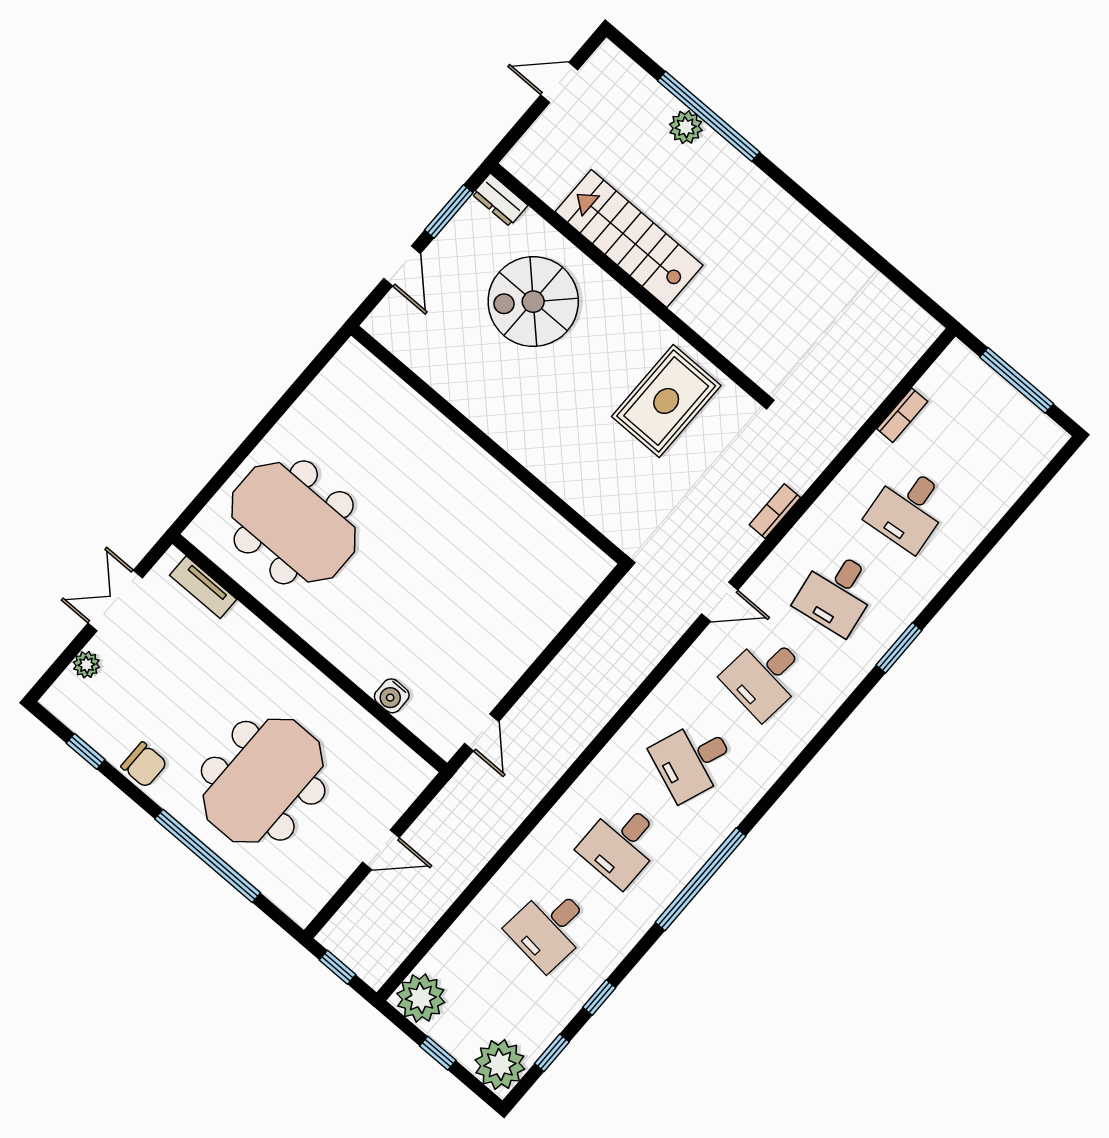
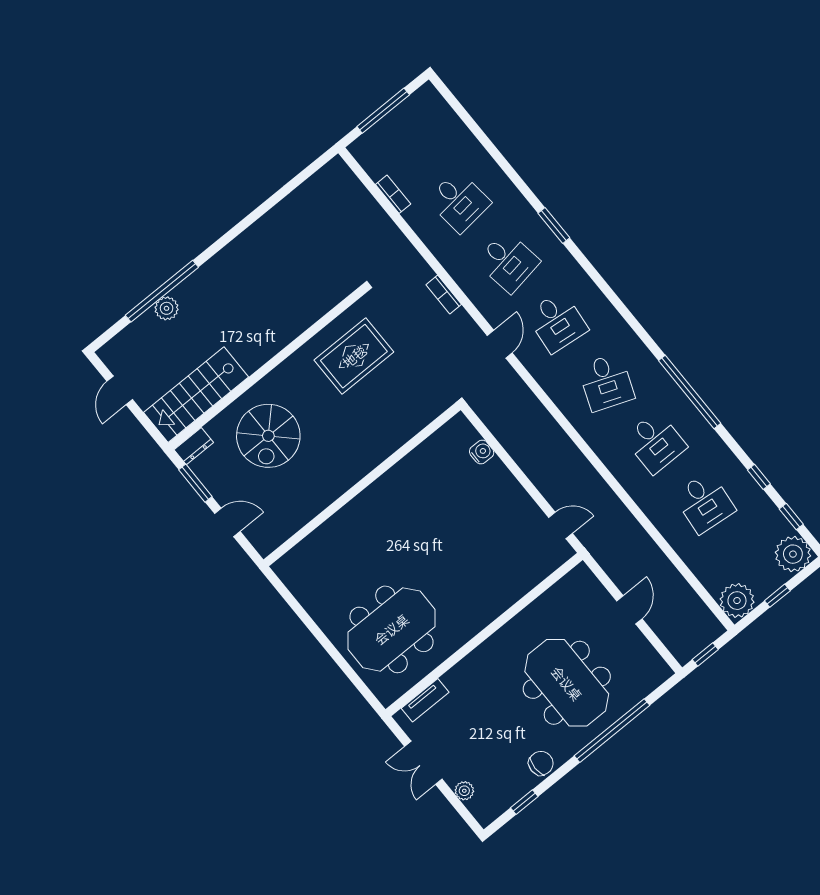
stairs: (629, 239) -> (196, 395), moved
rug: (666, 401) -> (354, 356), turned 90
water cooler: (392, 696) -> (482, 452), moved, turned -90

